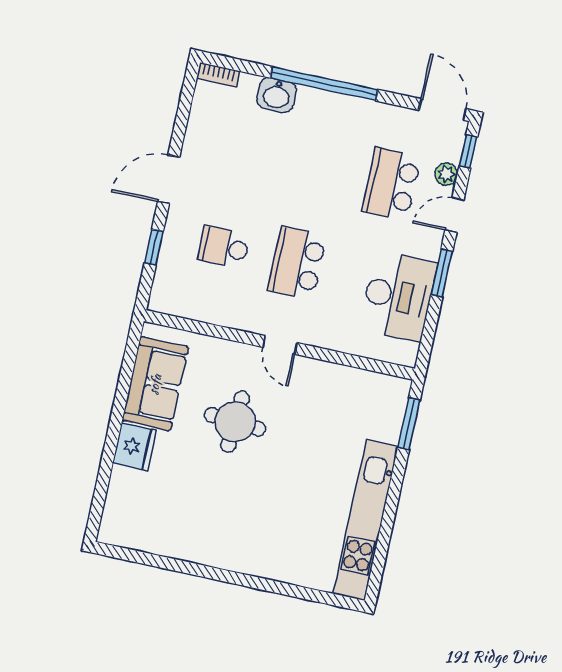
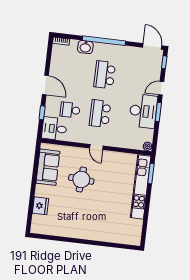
plant: (446, 174) -> (147, 146), moved
door: (169, 179) -> (45, 85), swing flipped
school desk: (391, 184) -> (105, 75), moved
desk: (181, 290) -> (54, 129), added
desk: (398, 296) -> (143, 111), moved
fridge: (134, 447) -> (40, 206), moved
kitchen unit: (366, 520) -> (141, 187), moved

